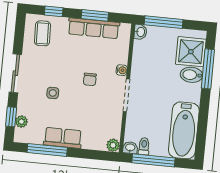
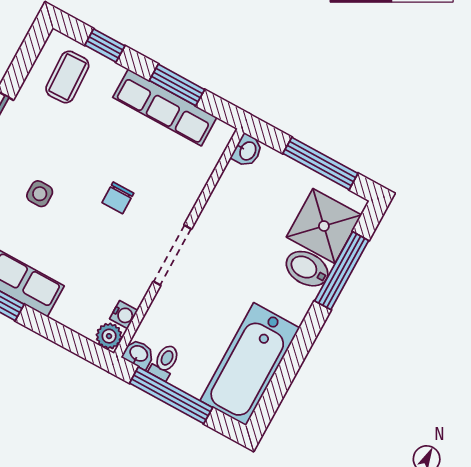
window: (164, 22) -> (320, 163), moved
water cooler: (122, 70) -> (124, 315), moved

